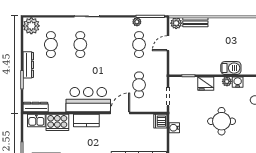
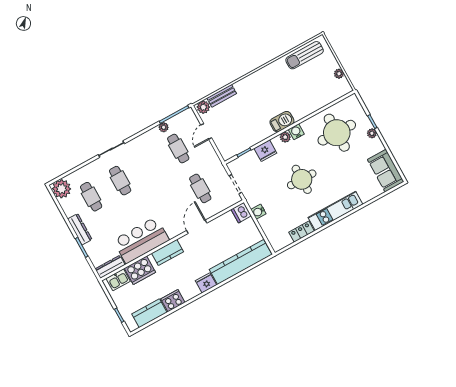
bar counter: (88, 100) -> (141, 240), moved

